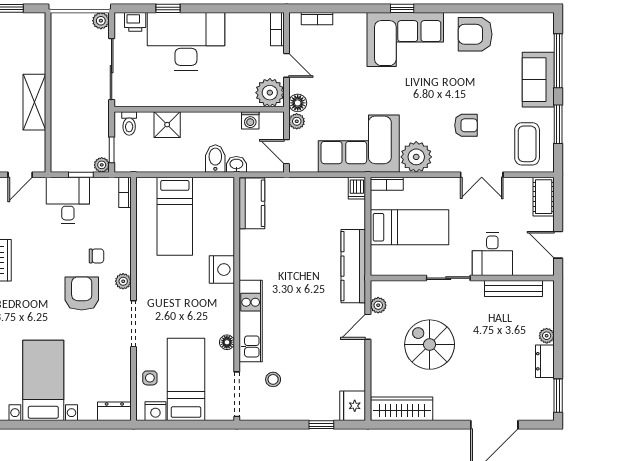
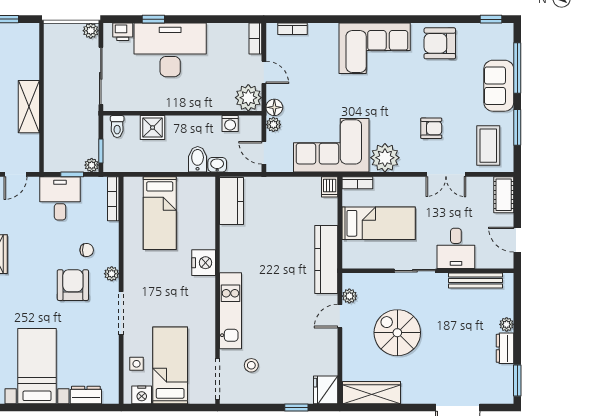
window: (402, 8) -> (491, 19), moved
bookcase: (125, 192) -> (113, 199), width x1.56
floor lamp: (227, 342) -> (208, 331), removed
dresser: (114, 411) -> (86, 395), moved

